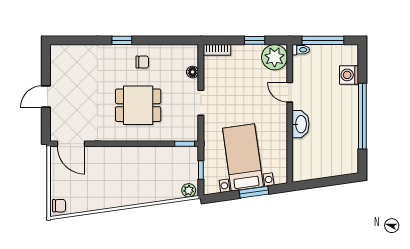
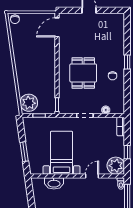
washbasin: (301, 124) -> (54, 183), moved
bed with nightstands: (243, 157) -> (62, 153), moved, turned -82
plant: (189, 190) -> (29, 103), width x1.87, depth x1.87

